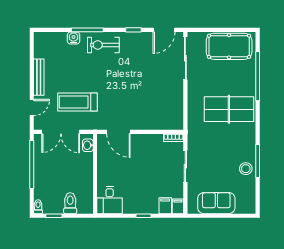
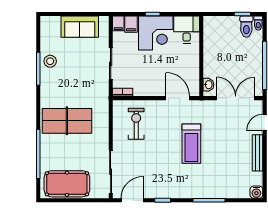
water cooler: (73, 38) -> (256, 192), moved
exercise bike: (103, 45) -> (136, 124), moved, turned -90
treadmill: (78, 102) -> (191, 144), moved, turned 90
corner desk: (140, 197) -> (156, 33), added
toilet: (70, 203) -> (246, 27), moved

